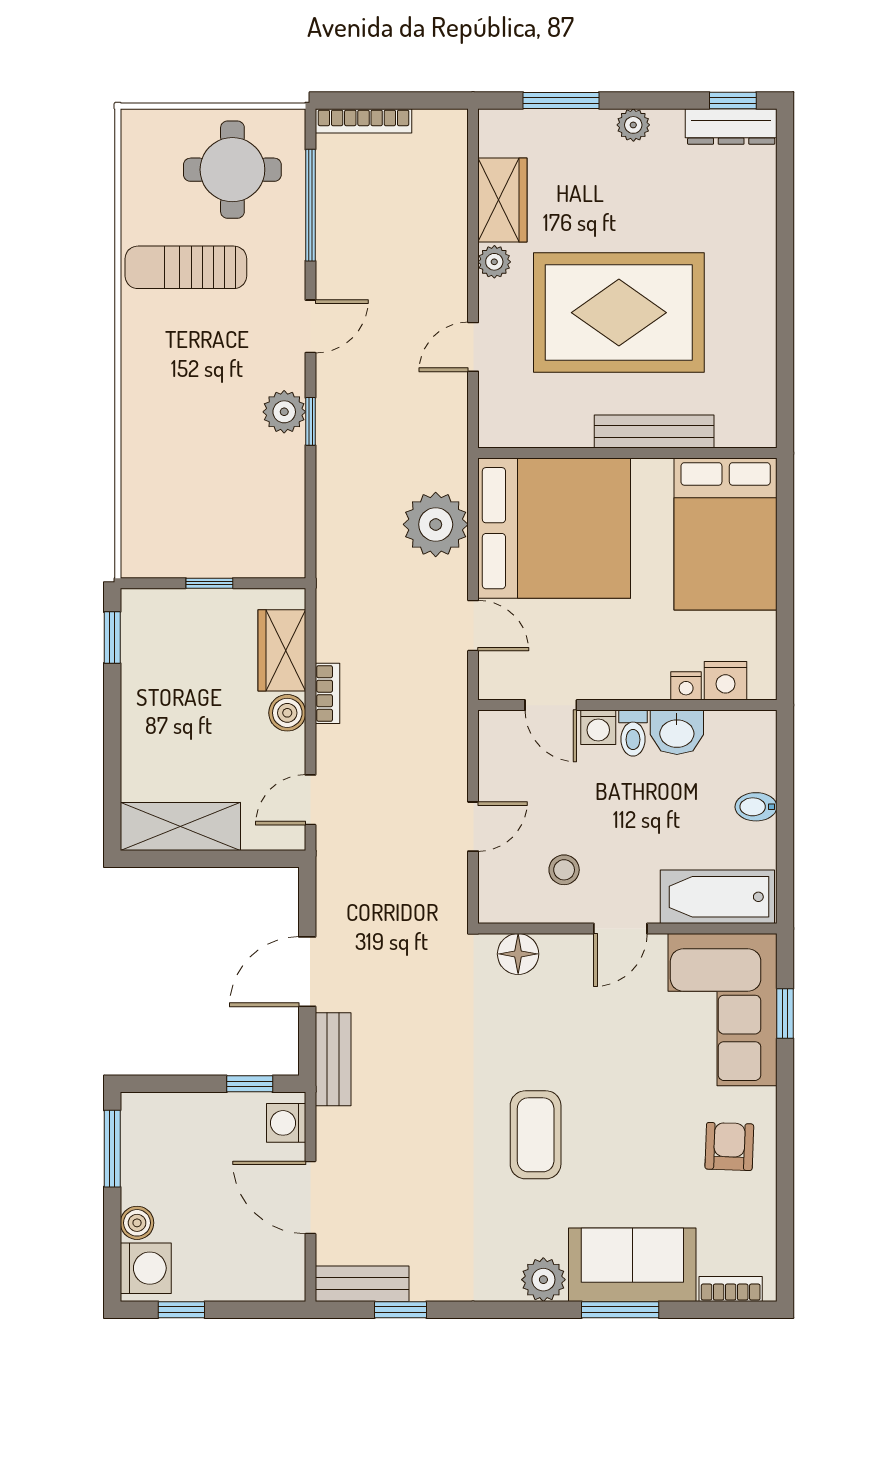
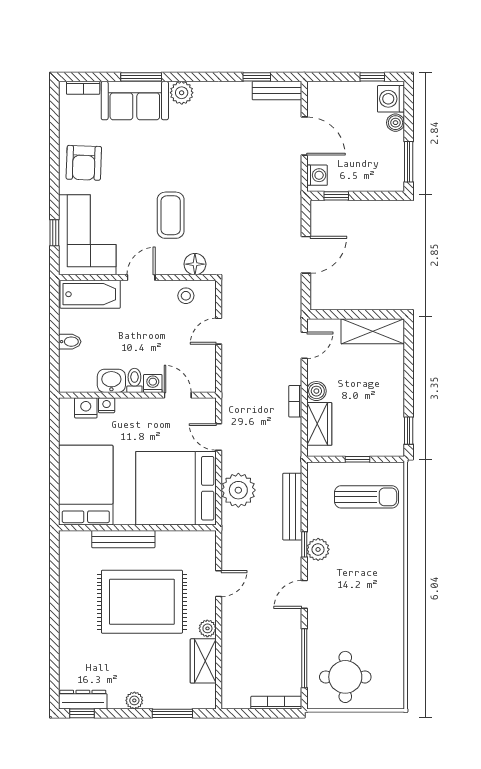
sun lounger: (186, 267) -> (366, 497), moved
stool: (564, 870) -> (186, 296), moved
bench: (333, 1059) -> (292, 507), moved, width x1.36
coffee table: (536, 1135) -> (171, 215), moved
armchair: (729, 1146) -> (84, 163), width x1.38, depth x1.38

